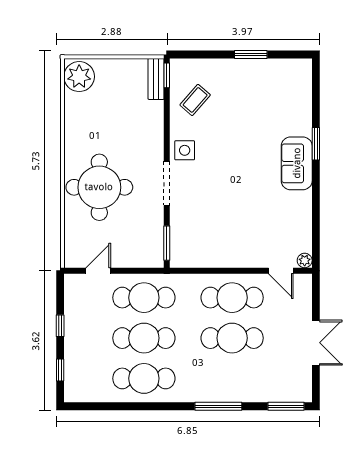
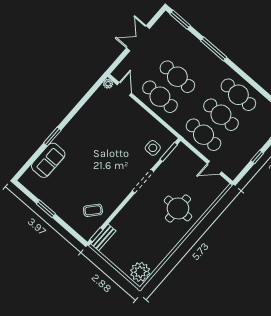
side table: (185, 150) -> (153, 148), moved
sofa: (297, 163) -> (48, 160), moved
round table: (99, 187) -> (178, 208), width x0.73, depth x0.73

